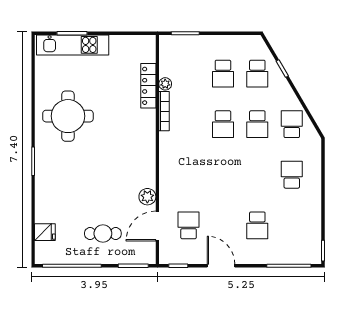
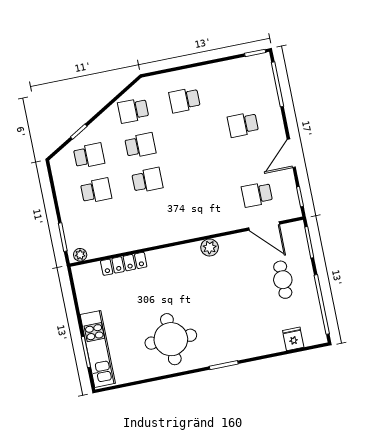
plant: (165, 84) -> (80, 255), moved
bookcase: (164, 111) -> (146, 243), removed
plant: (147, 197) -> (210, 247), moved
school desk: (257, 225) -> (243, 125), turned 180

